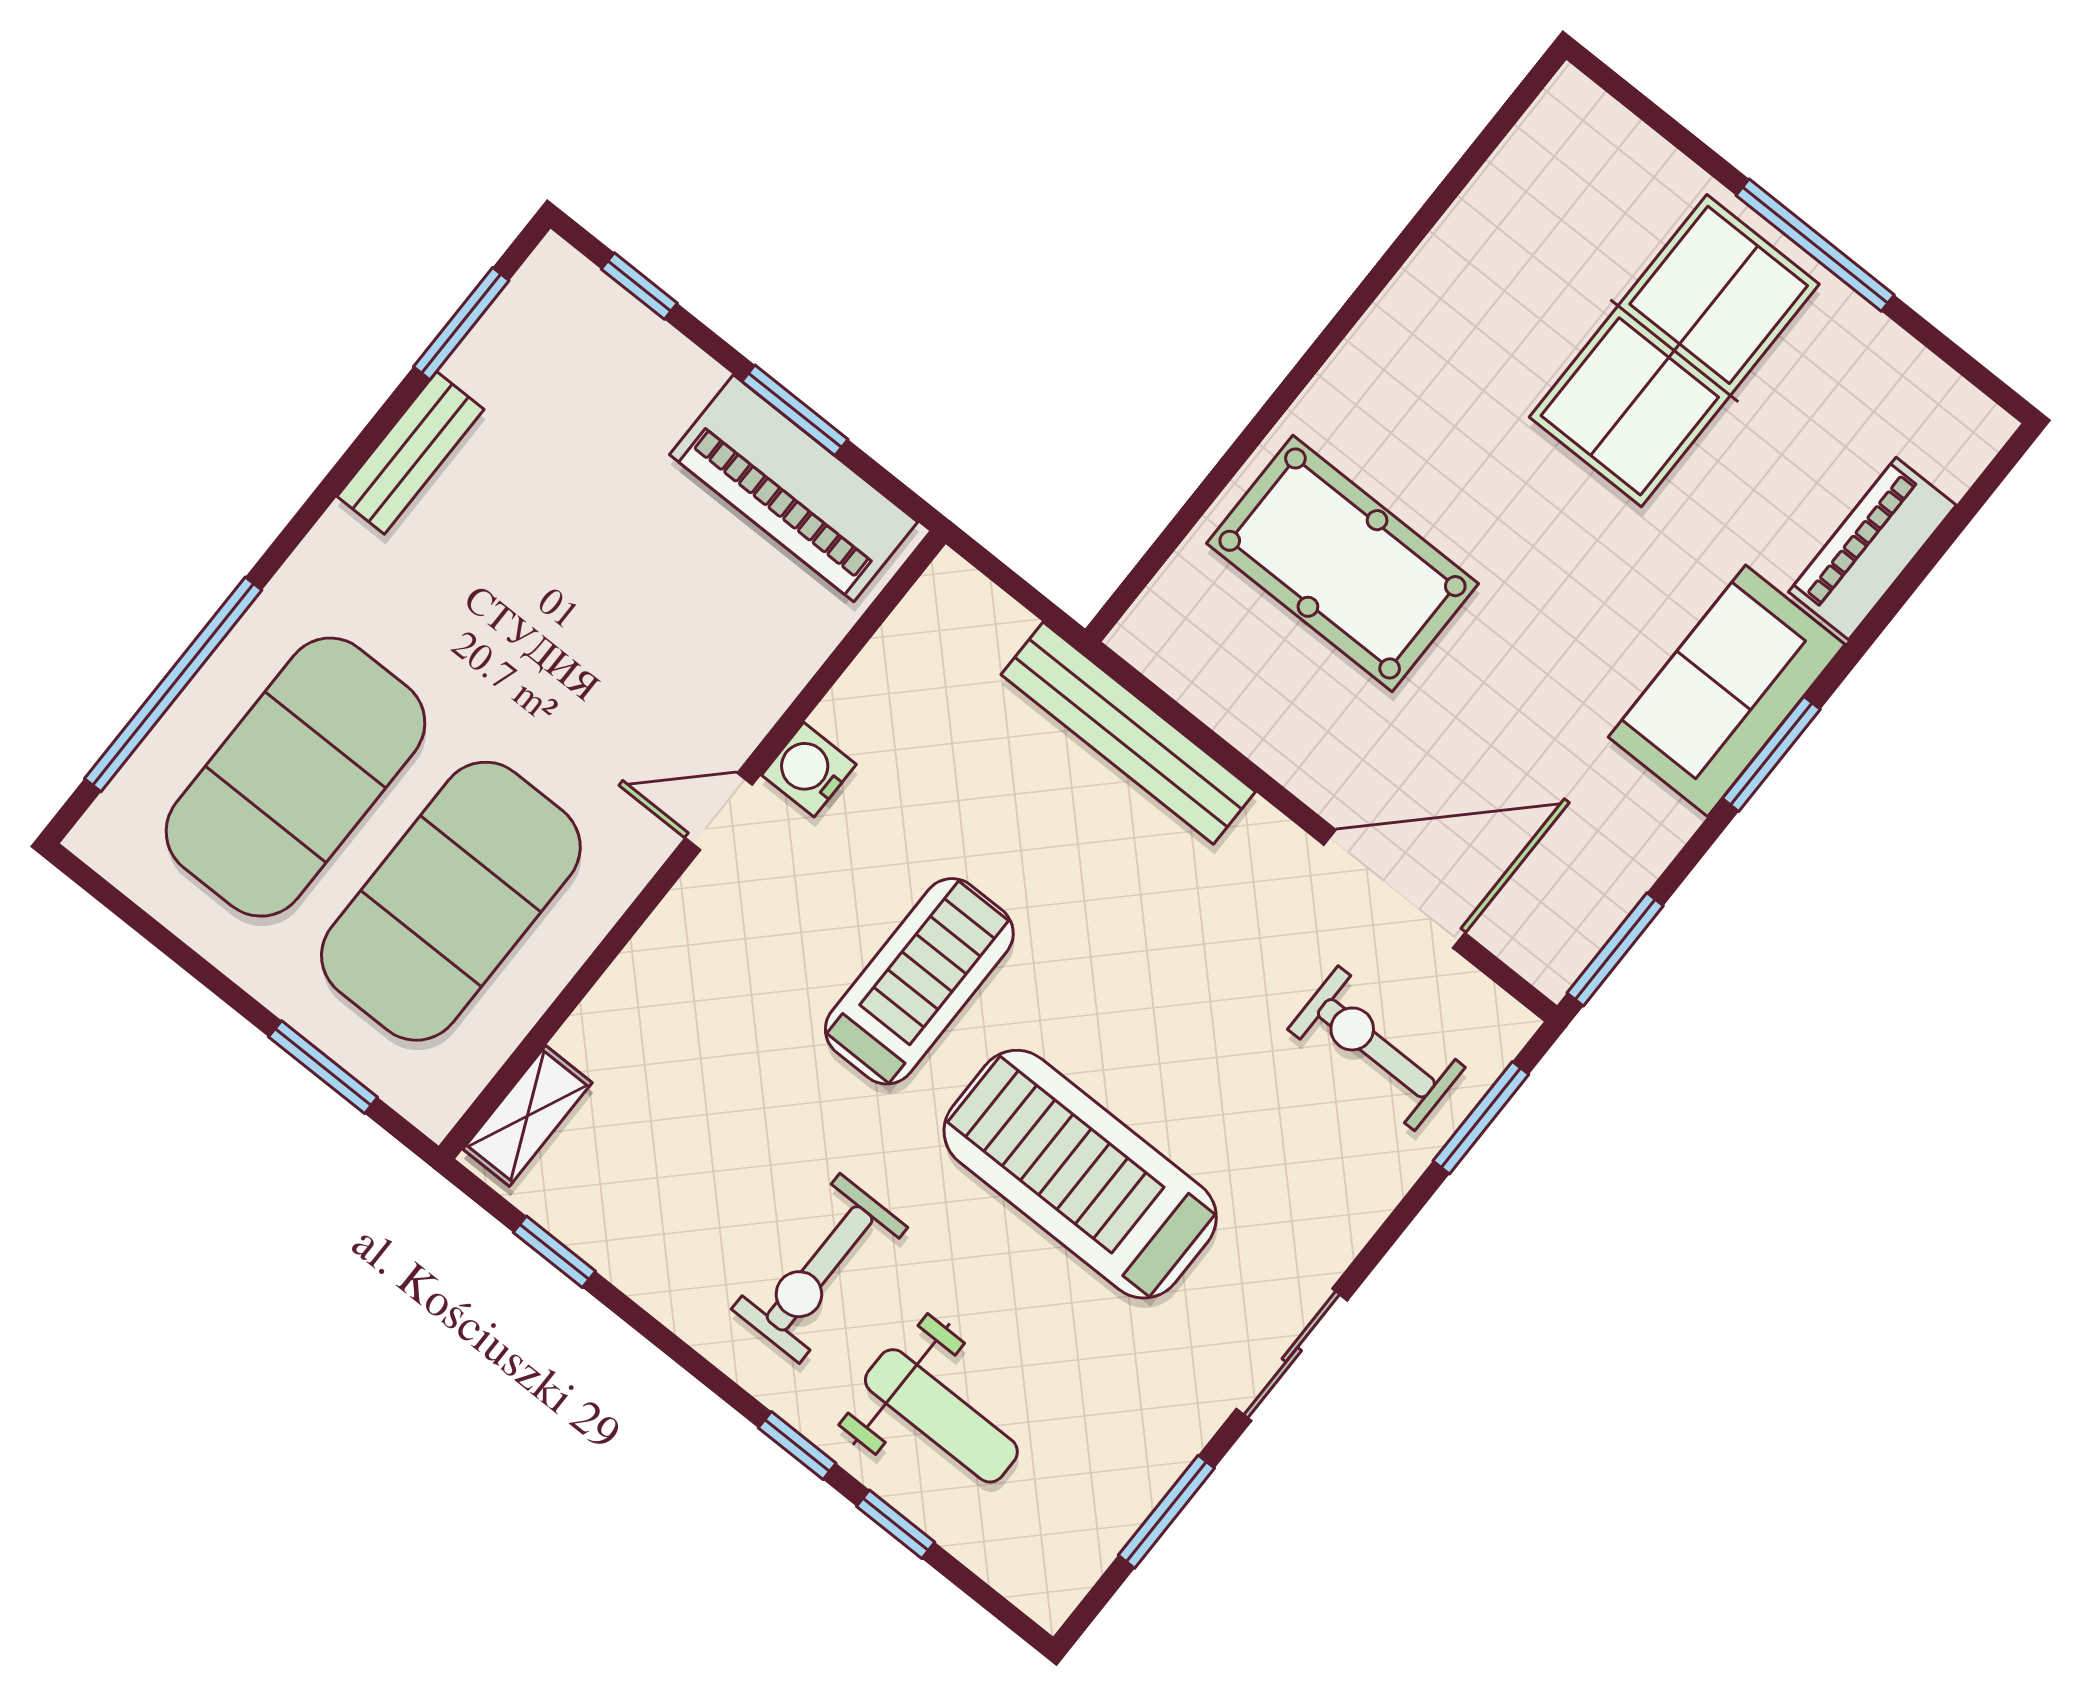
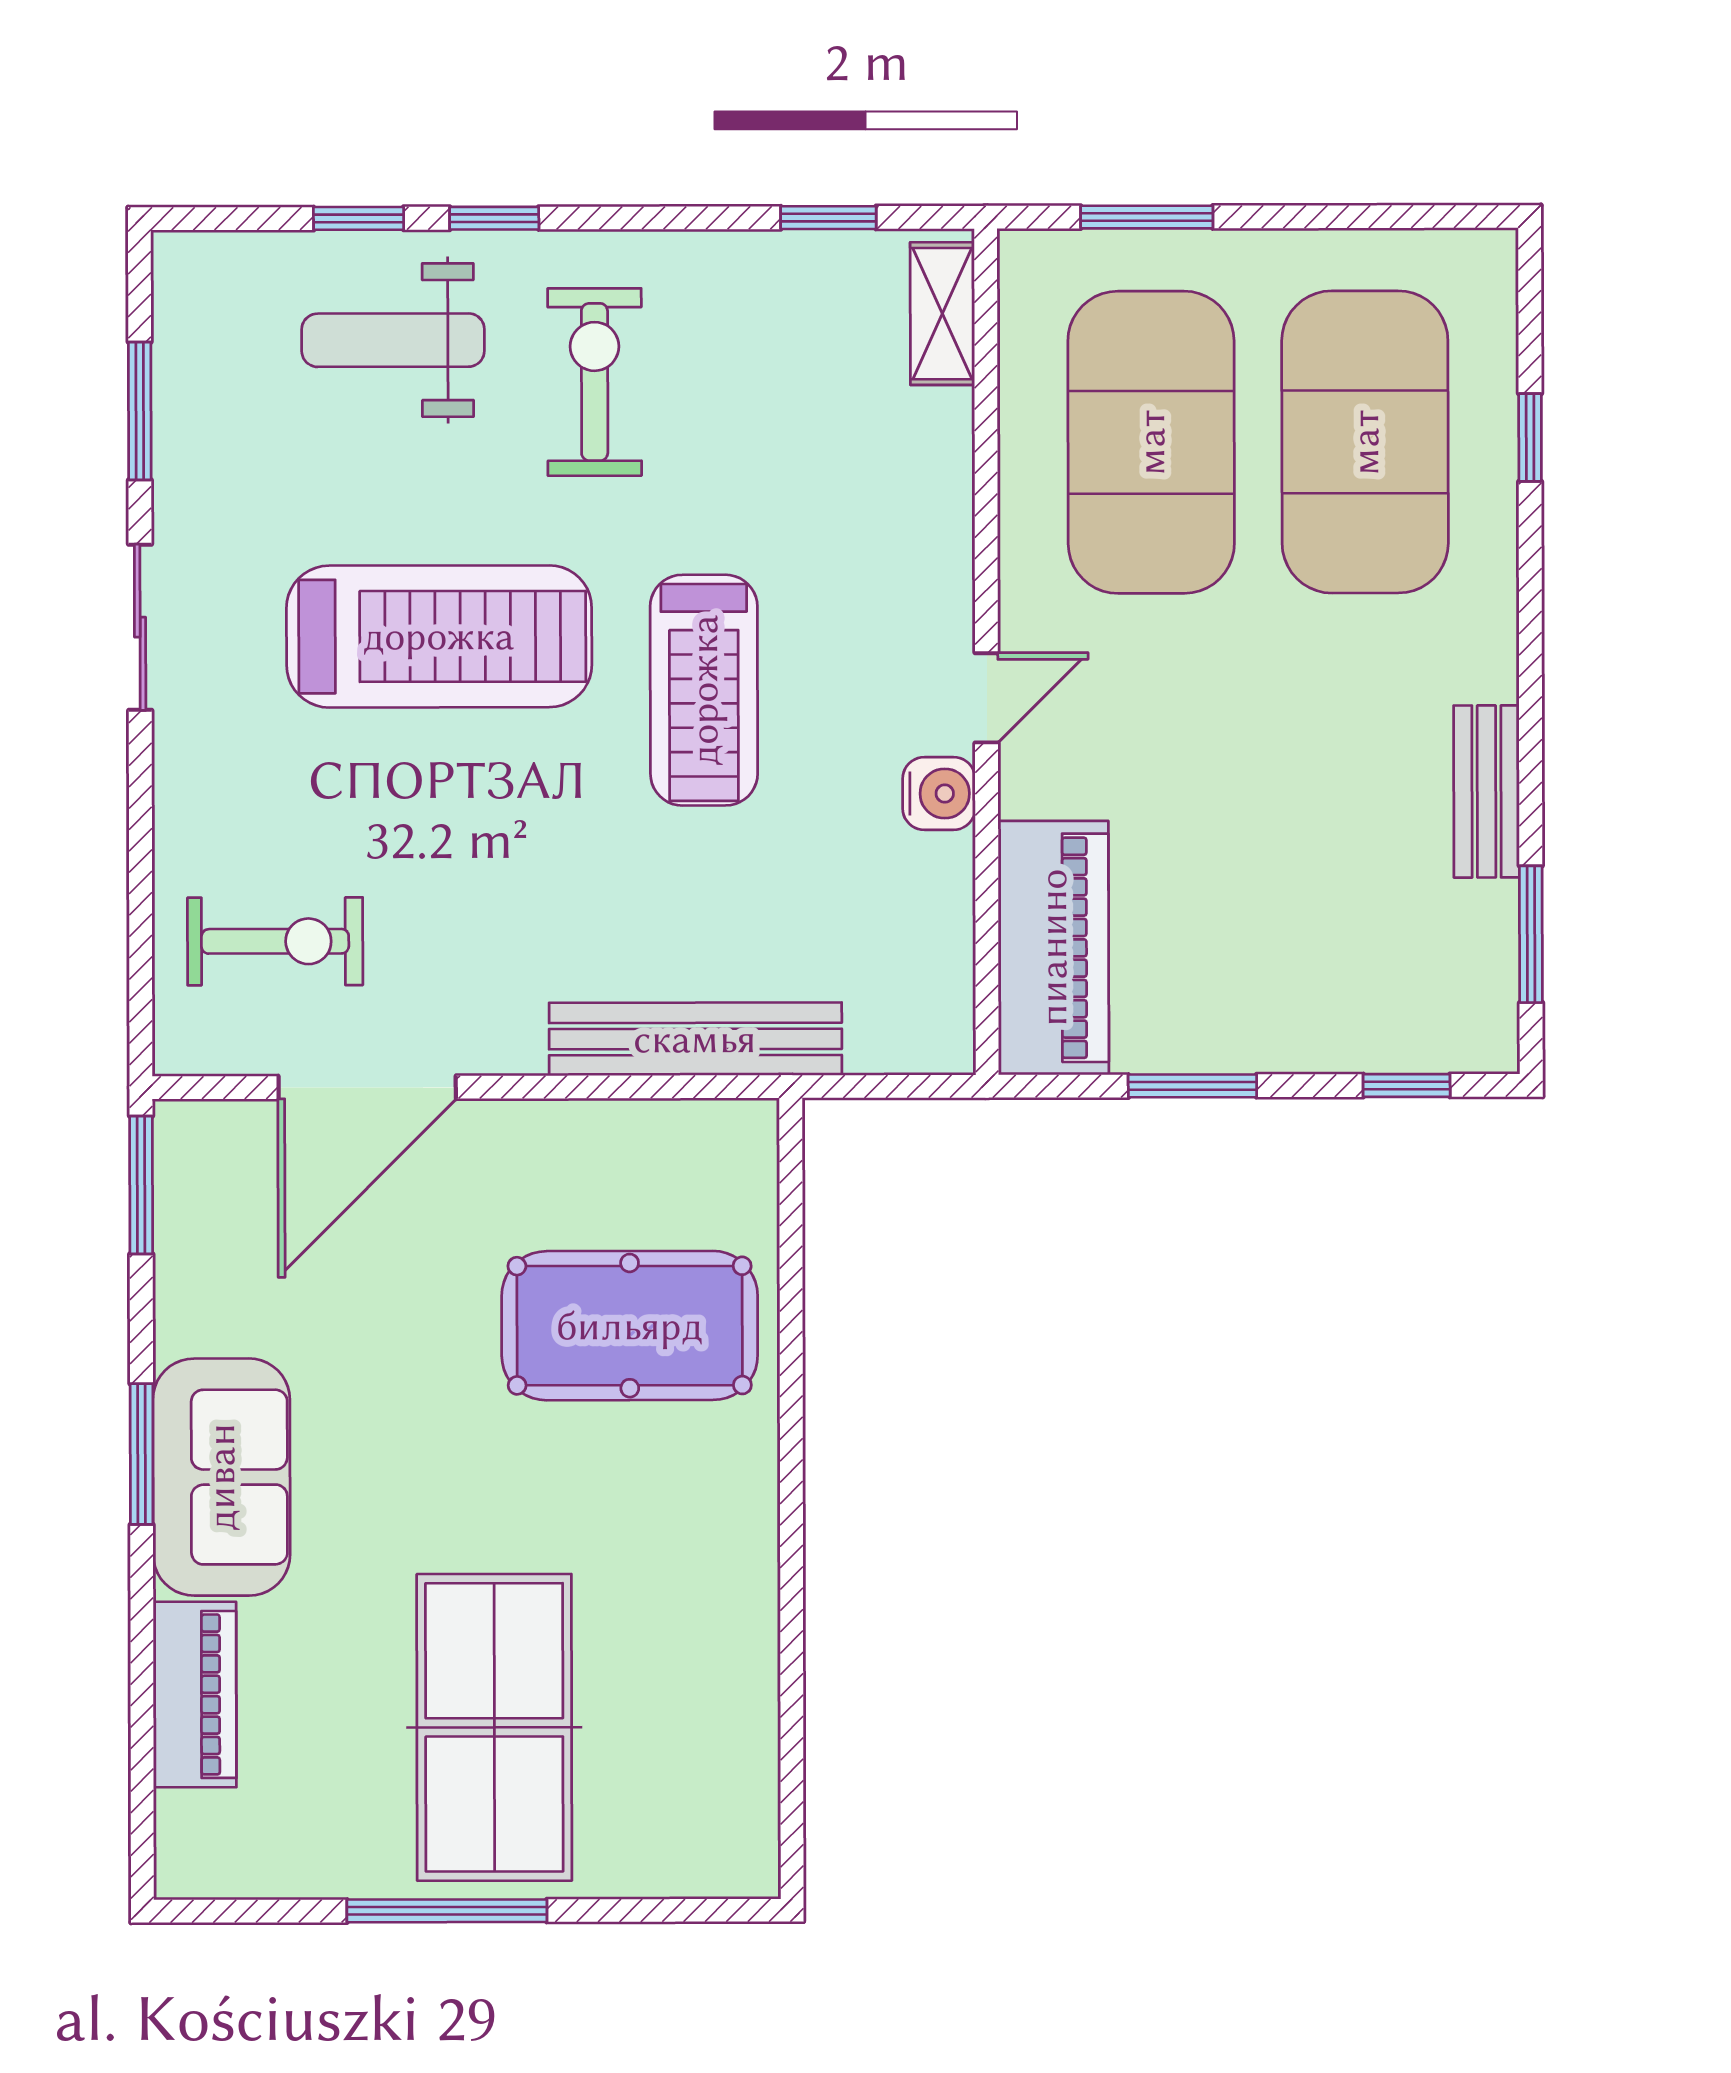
piano: (794, 488) -> (1053, 948), moved, turned 90
window: (173, 684) -> (1530, 437), width x0.32
window: (1481, 1118) -> (141, 953), removed

